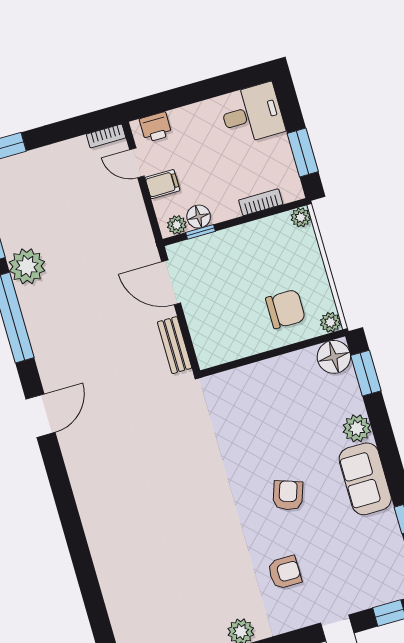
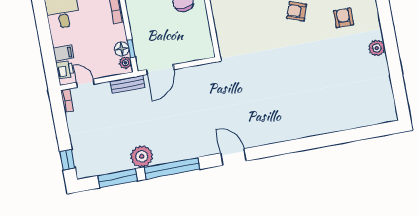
door: (137, 163) -> (85, 83), swing flipped
filing cabinet: (162, 184) -> (63, 53), moved, turned 90
bench: (175, 345) -> (127, 84), moved

